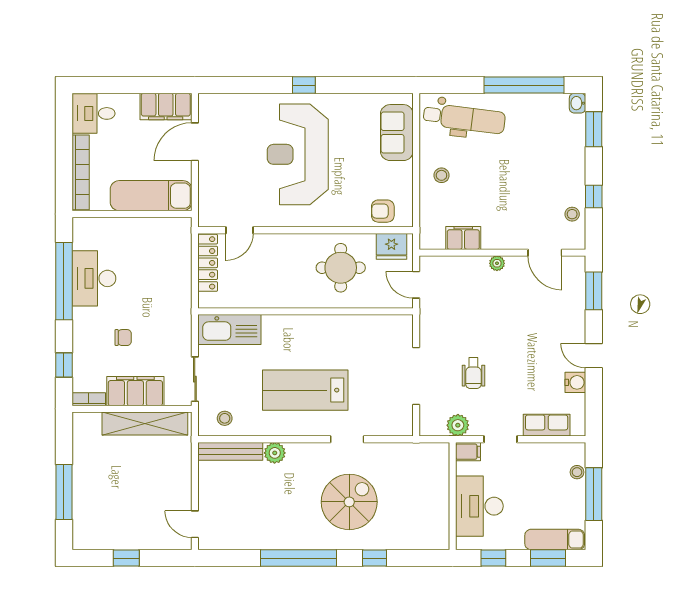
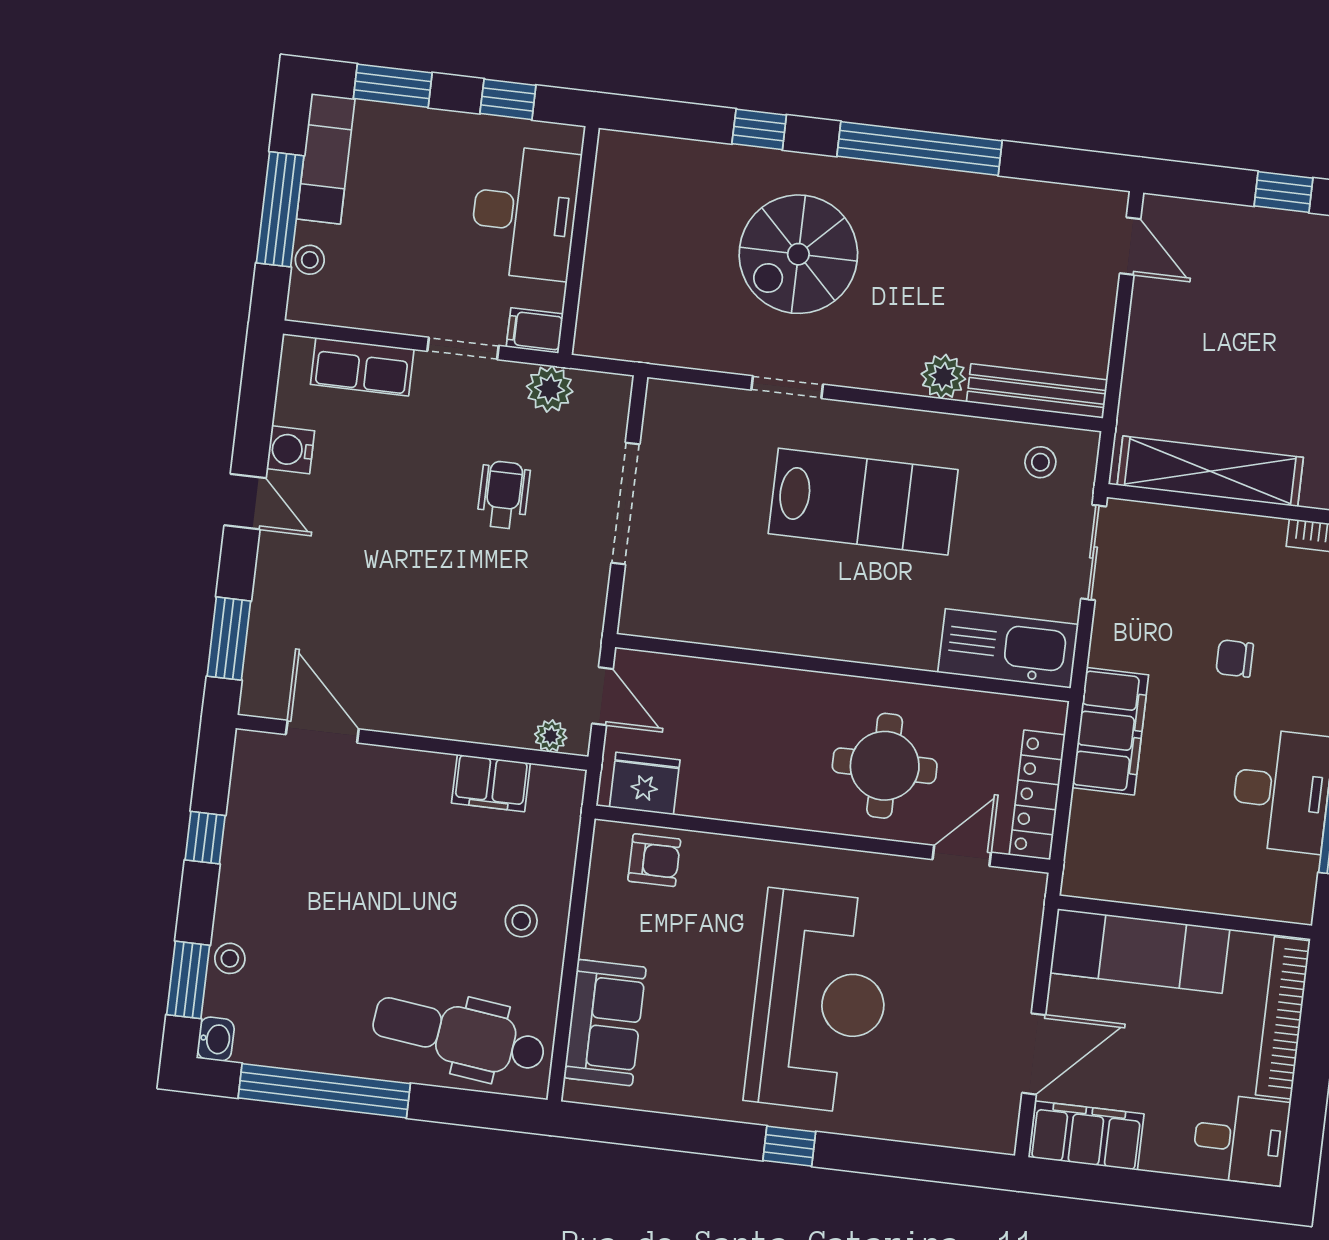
stool: (572, 214) -> (230, 958), moved
plant: (497, 263) -> (551, 736), moved
round table: (341, 268) -> (885, 766), moved
filing cabinet: (135, 391) -> (1110, 731), moved, turned -90
exam couch: (555, 540) -> (326, 159), moved, turned -90

